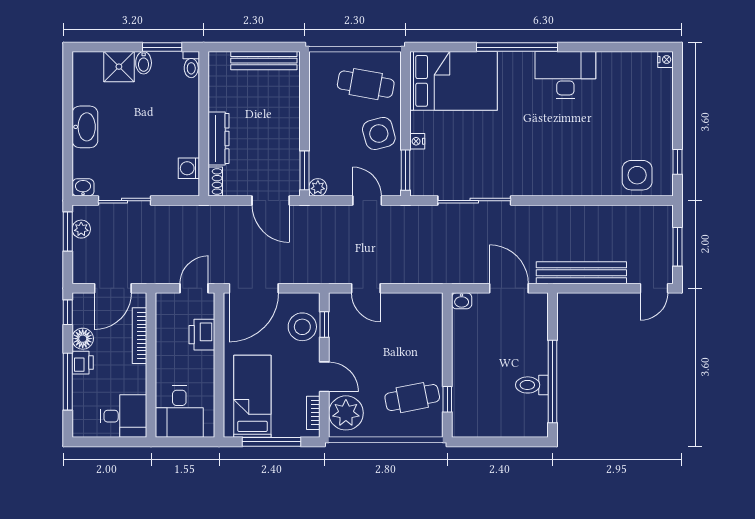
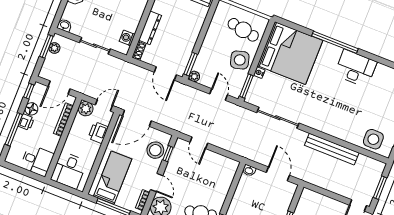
bed: (453, 81) -> (290, 53), width x1.36
sliding door: (125, 201) -> (95, 46), moved
bench: (581, 273) -> (332, 149), moved
plant: (168, 305) -> (86, 109), added

